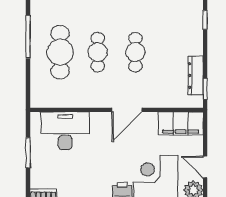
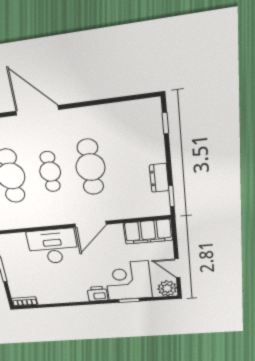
cafe table: (135, 52) -> (90, 167), width x1.37, depth x1.35
dresser: (195, 75) -> (159, 178), width x0.70
desk: (65, 131) -> (53, 246), moved

